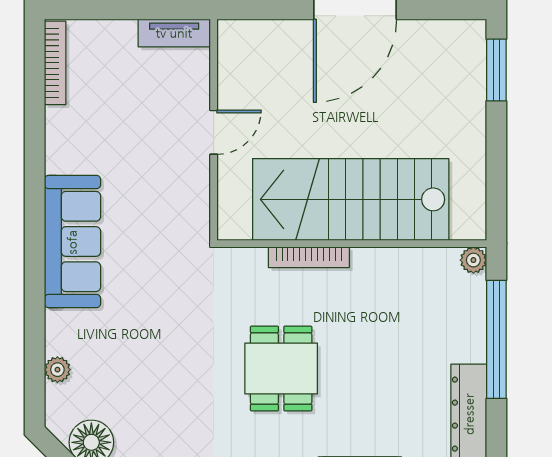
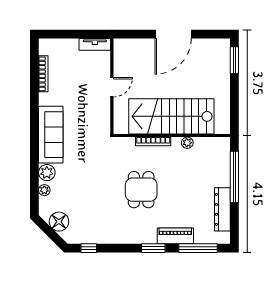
bookcase: (55, 63) -> (43, 74), moved
plant: (473, 260) -> (187, 143), moved
plant: (63, 329) -> (47, 173), added

